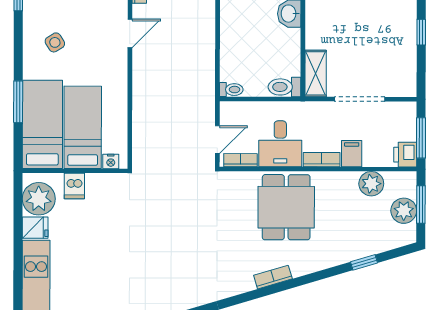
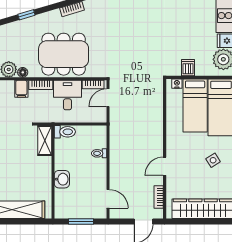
toilet: (231, 90) -> (99, 153), moved
floor lamp: (350, 179) -> (23, 72), added
dishwasher: (74, 186) -> (188, 68), moved
dining table: (286, 207) -> (64, 54), width x1.38
window: (364, 262) -> (26, 15), moved

